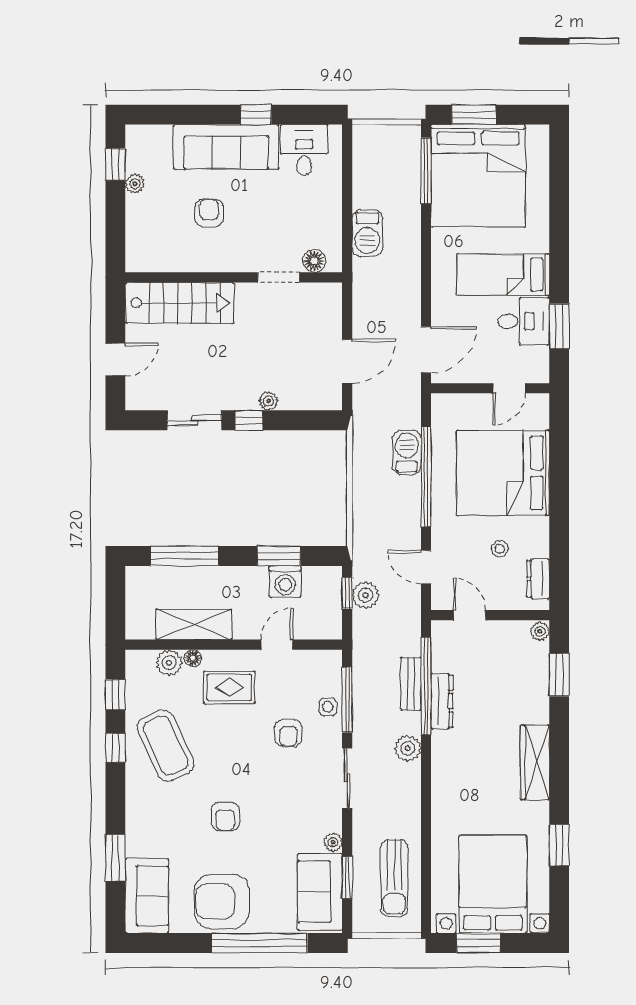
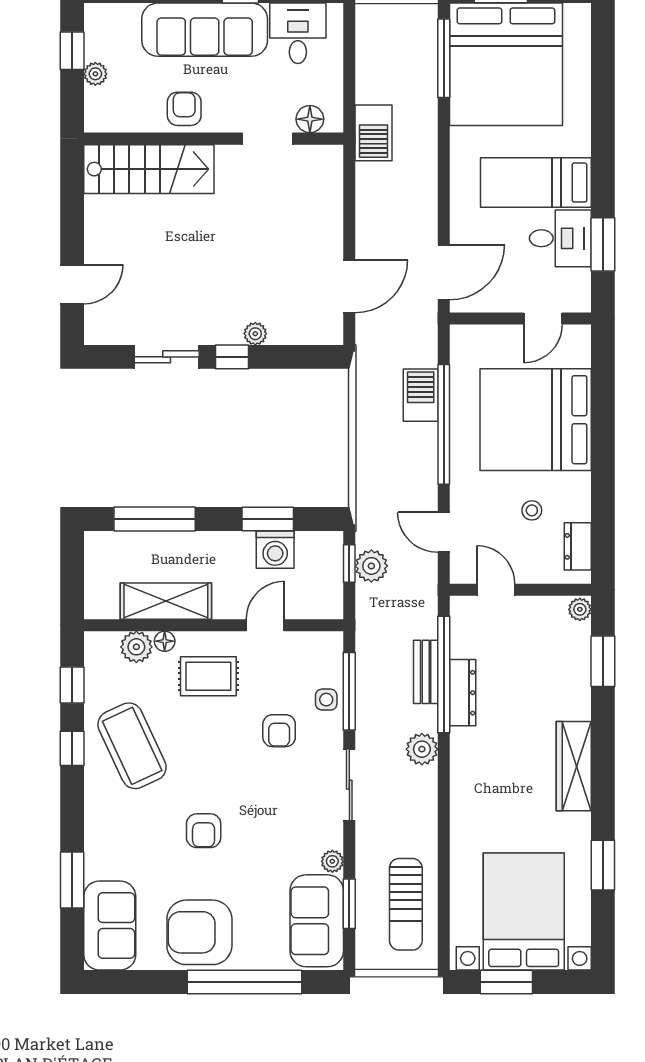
floor lamp: (314, 261) -> (310, 119), moved
wall: (234, 277) -> (214, 139), moved
doorway: (279, 277) -> (267, 139), moved
stairs: (180, 303) -> (149, 169), moved

